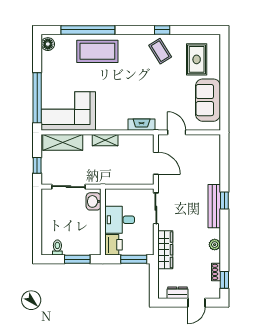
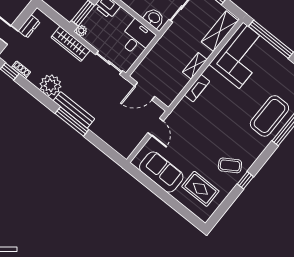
fireplace: (142, 125) -> (197, 88), moved
door: (177, 132) -> (156, 127), hinge flipped
window: (224, 200) -> (72, 121), width x2.17
desk: (120, 220) -> (137, 38), moved
plant: (215, 245) -> (50, 85), width x1.87, depth x1.87
plant: (148, 250) -> (81, 31), added

